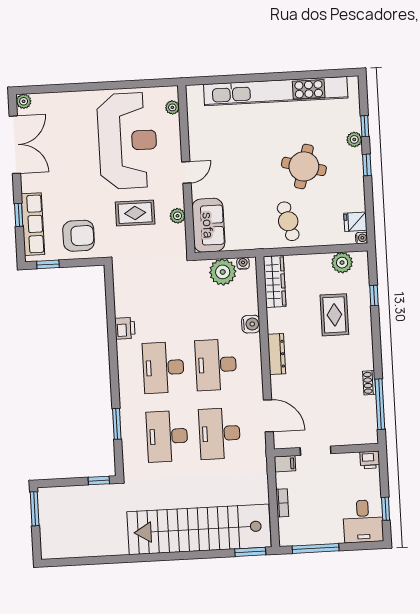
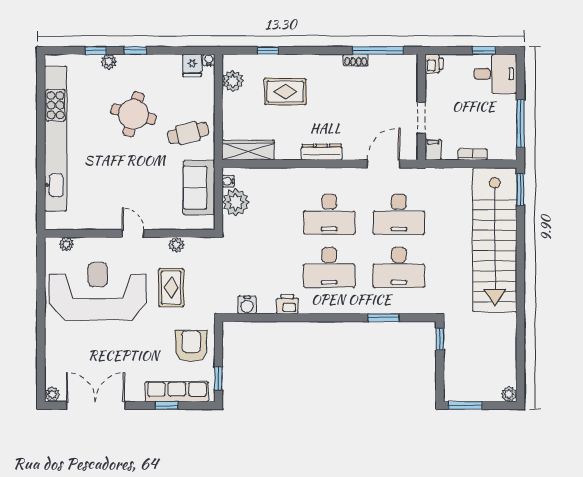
sofa: (208, 225) -> (199, 188), moved, turned -90
water cooler: (251, 324) -> (247, 305), moved, turned 180
plant: (48, 552) -> (509, 394), added

